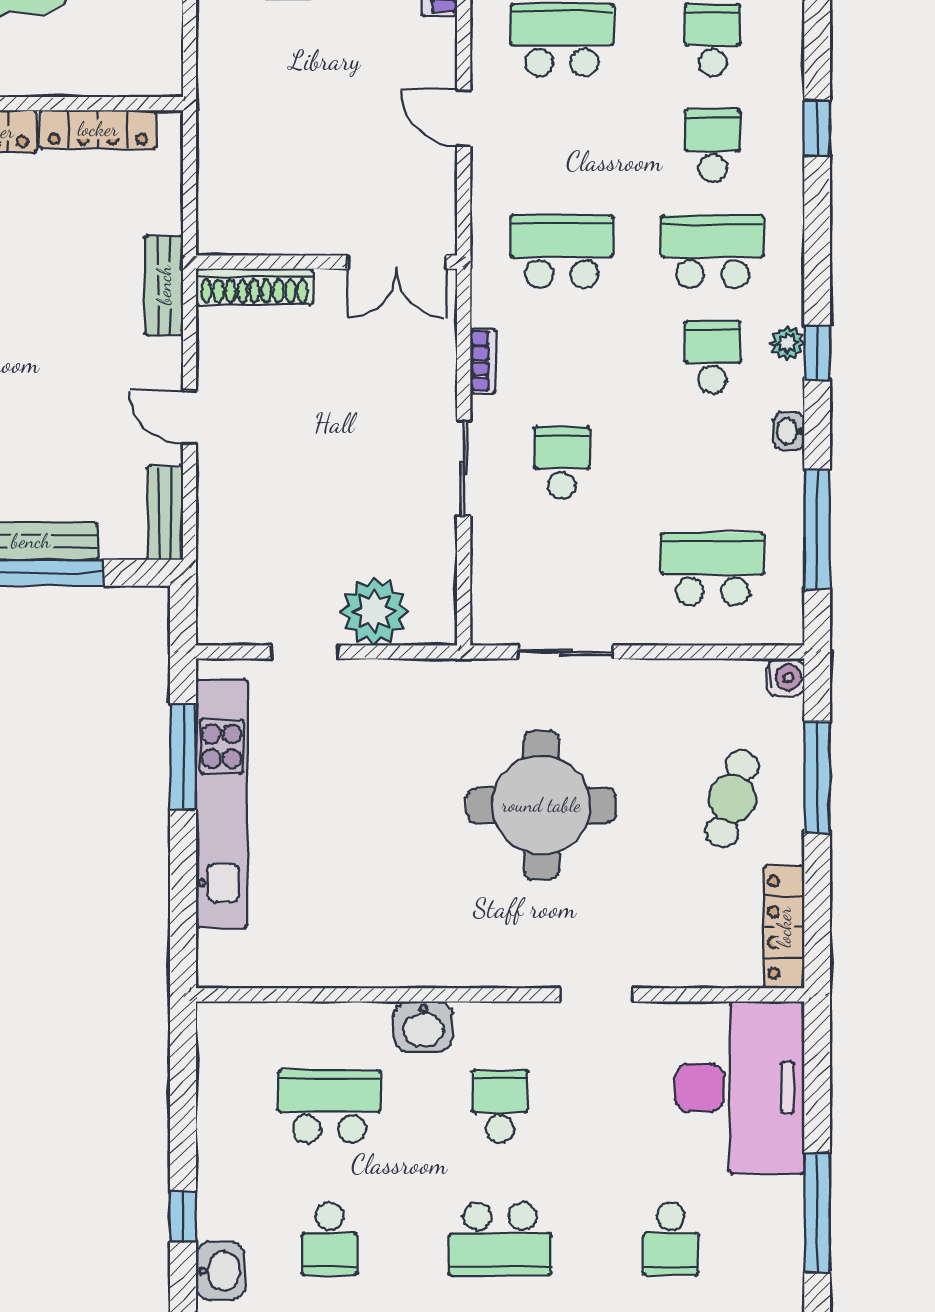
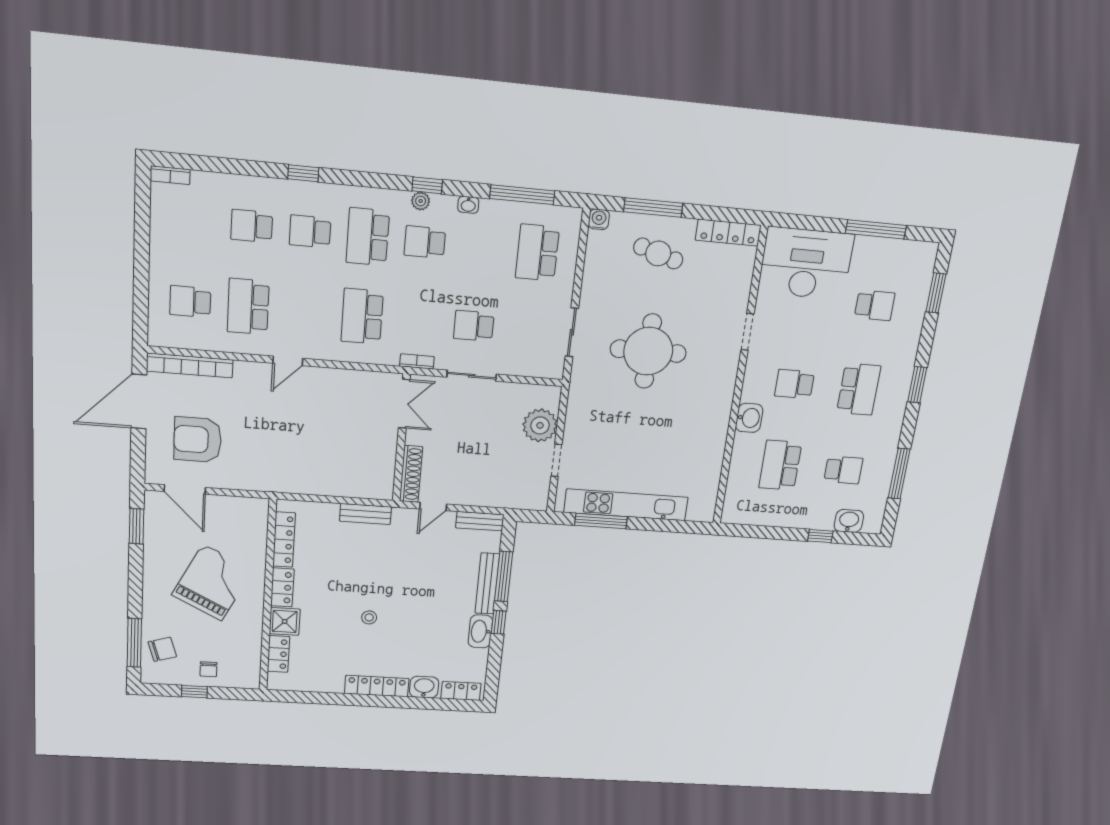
wall: (327, 262) -> (401, 438), moved
double door: (397, 262) -> (404, 404), moved
shoe rack: (254, 287) -> (411, 474), moved

